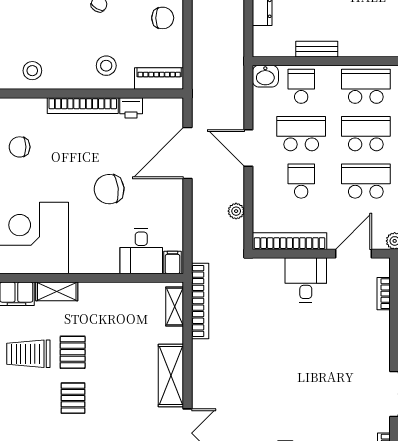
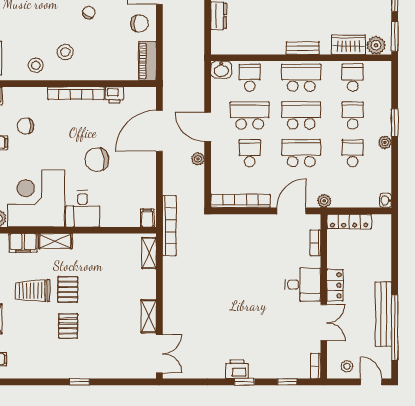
bench: (317, 49) -> (303, 48), moved
stool: (106, 66) -> (65, 52), moved
piano: (159, 79) -> (147, 61), moved, turned -90
plant: (236, 211) -> (198, 159), moved
desk: (141, 251) -> (83, 209), moved
desk: (306, 280) -> (303, 285), moved, turned 90
bookcase: (200, 301) -> (169, 226), moved
shelving: (171, 376) -> (149, 316), width x0.67, depth x0.75

